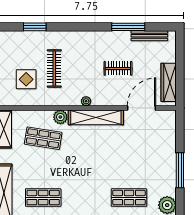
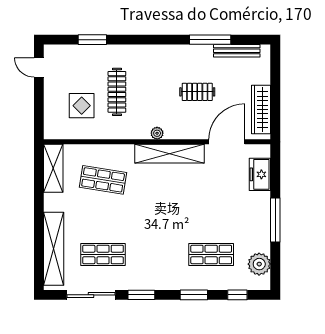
plant: (60, 117) -> (125, 153), removed
freezer: (168, 134) -> (260, 174), added

